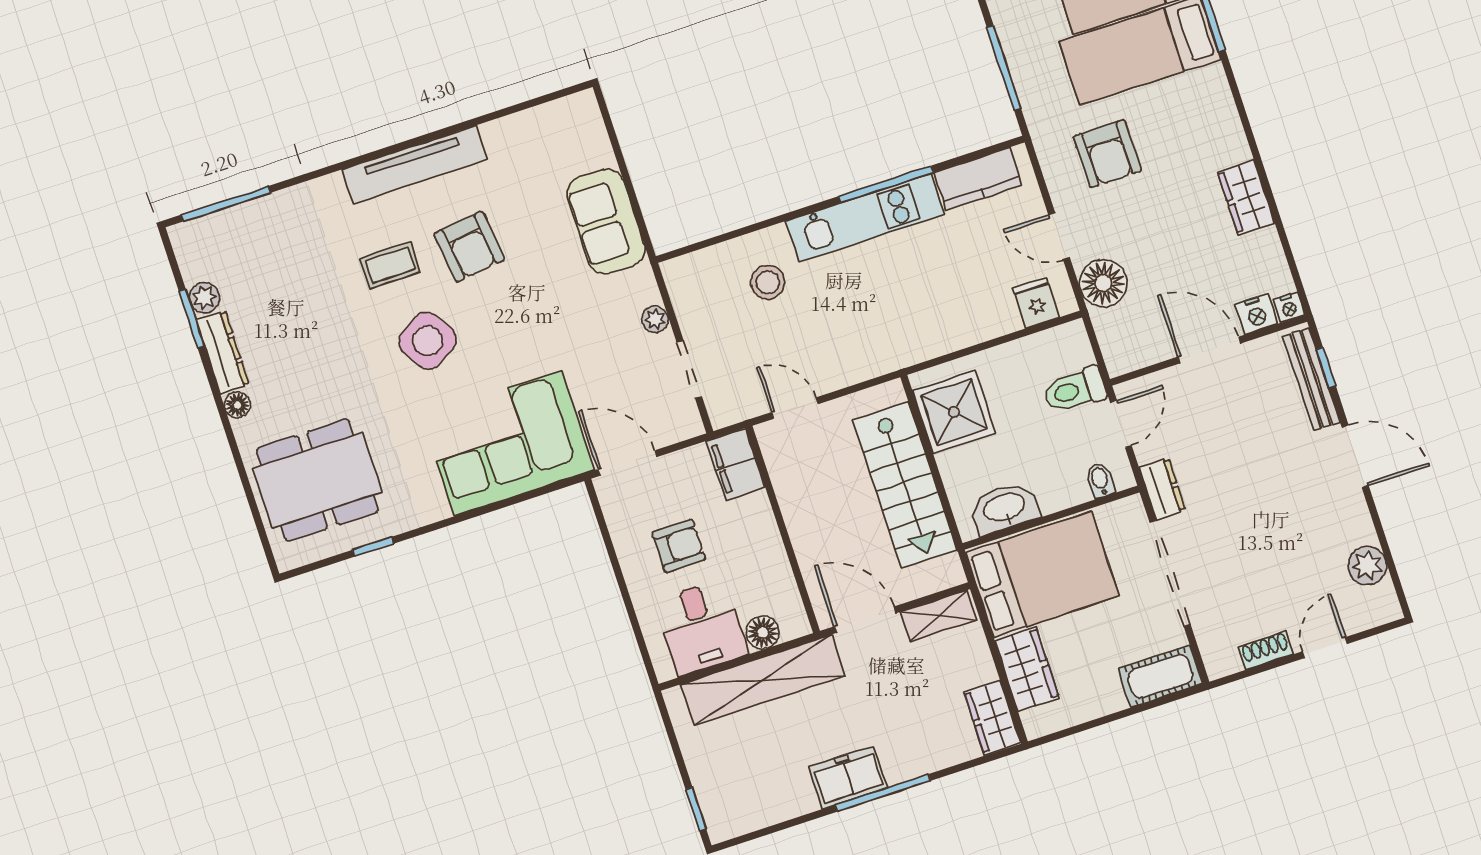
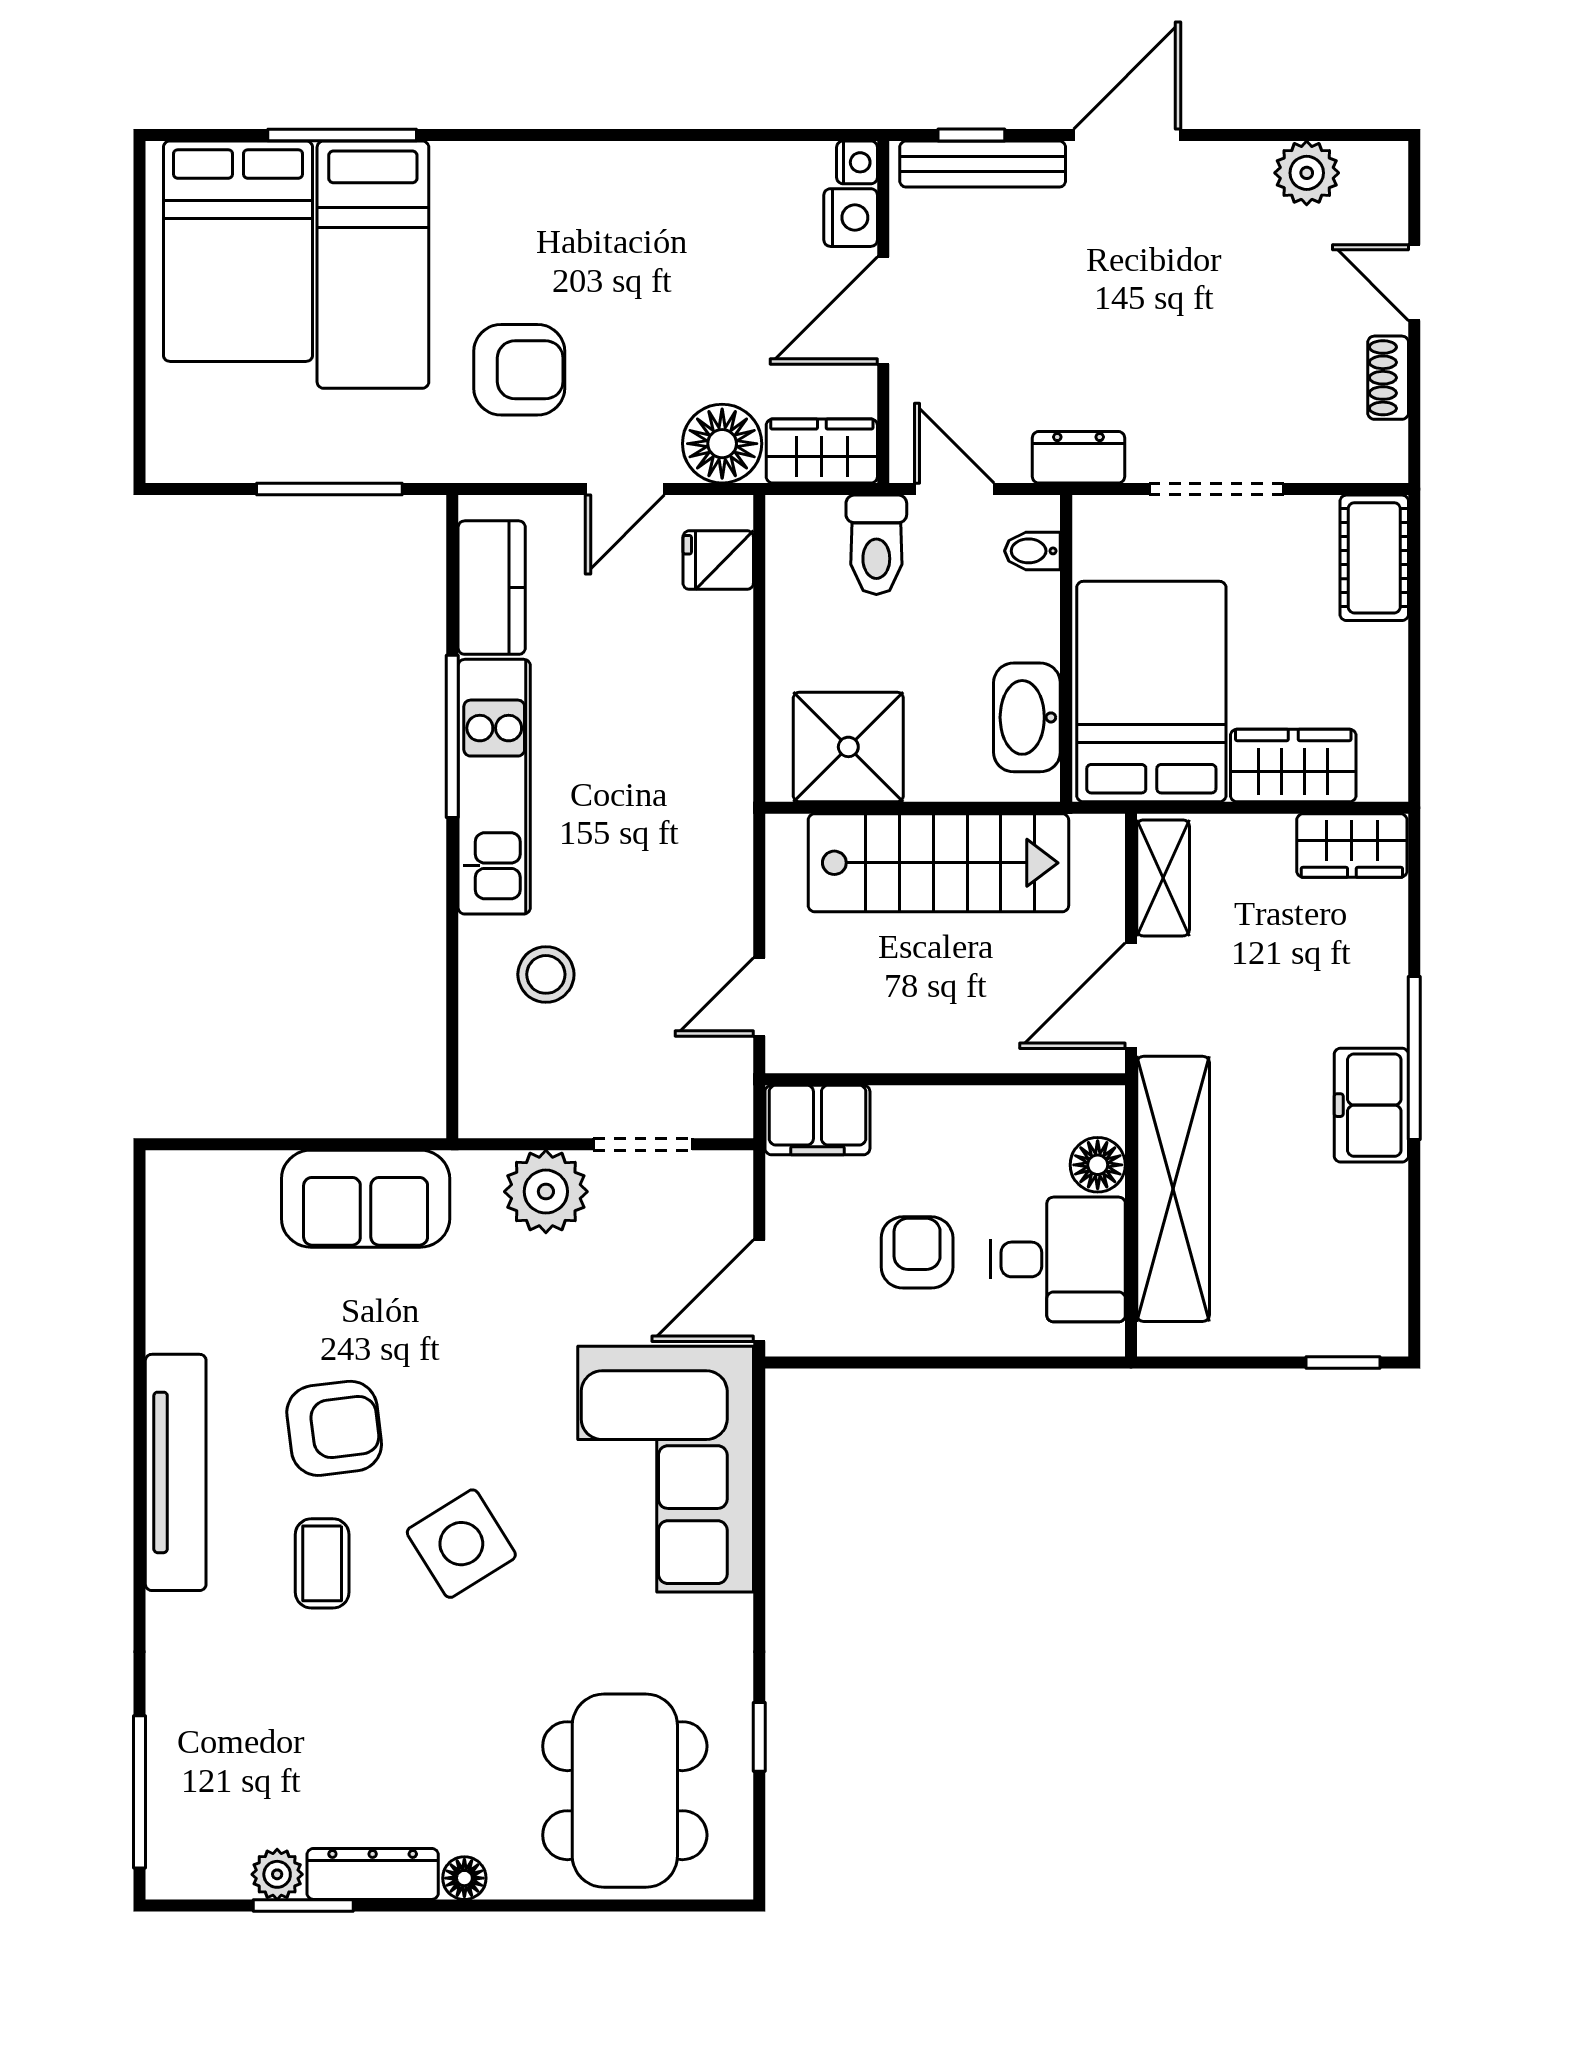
wardrobe: (1246, 197) -> (822, 451), moved, turned 180
plant: (655, 319) -> (546, 1192), width x1.87, depth x1.87
doorway: (1170, 574) -> (1217, 489), width x0.73

